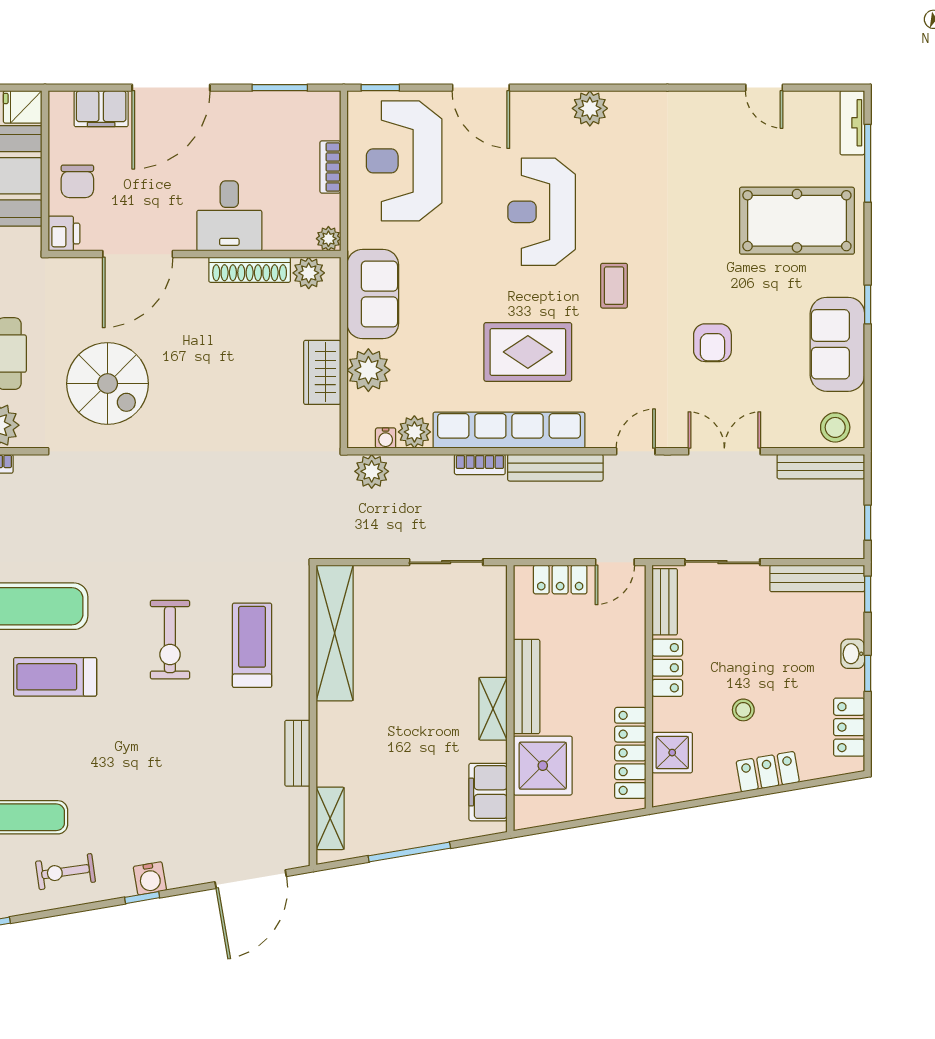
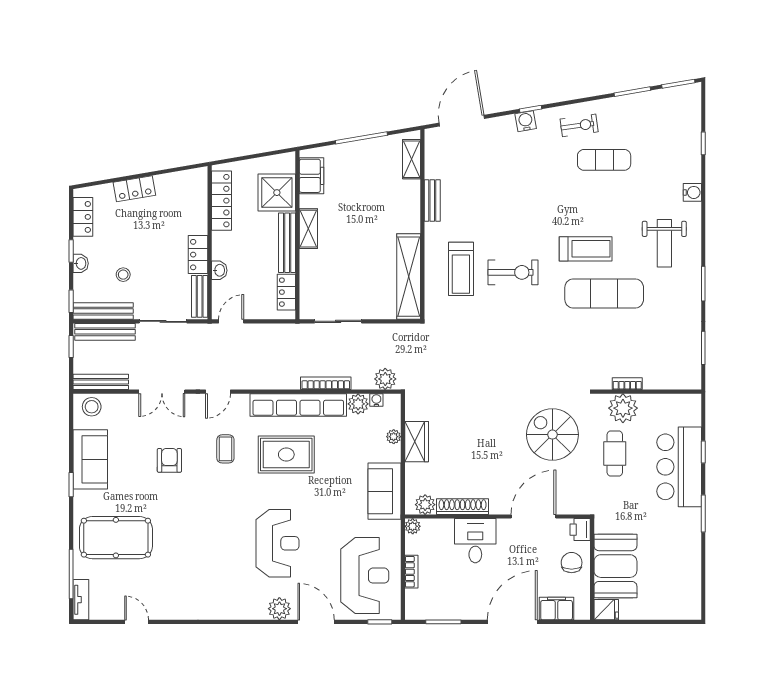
plant: (590, 108) -> (279, 609), moved
coffee table: (614, 286) -> (225, 449), moved
plant: (368, 370) -> (394, 437), width x0.53, depth x0.53
bookcase: (480, 464) -> (326, 383), width x1.56
bench: (555, 468) -> (105, 332), moved
locker: (560, 580) -> (286, 292), moved, turned -90
exercise bike: (170, 640) -> (513, 272), turned 90
washbasin: (634, 643) -> (219, 270), added
stool: (743, 710) -> (123, 275), moved
shower: (672, 753) -> (195, 201), removed

